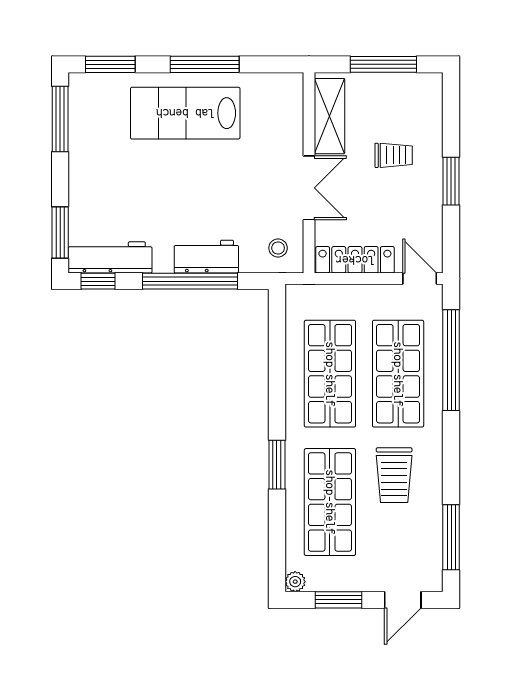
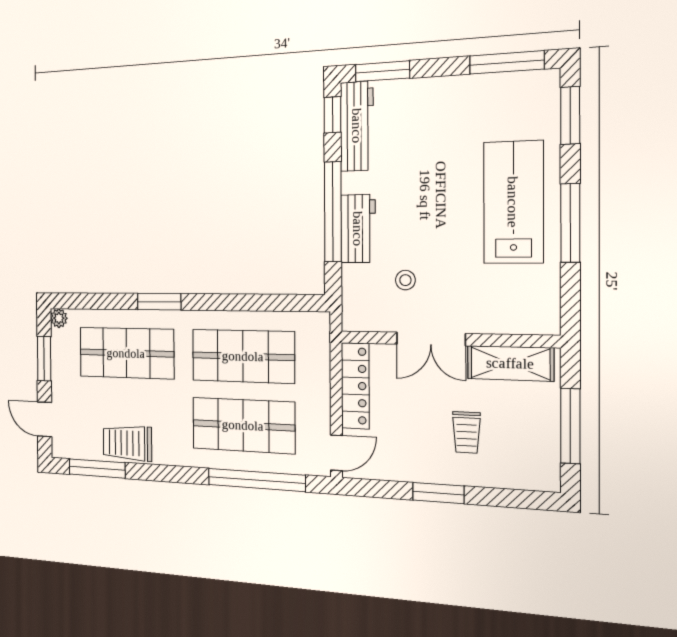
stool: (278, 248) -> (405, 280), moved
trolley: (394, 475) -> (127, 443), moved

